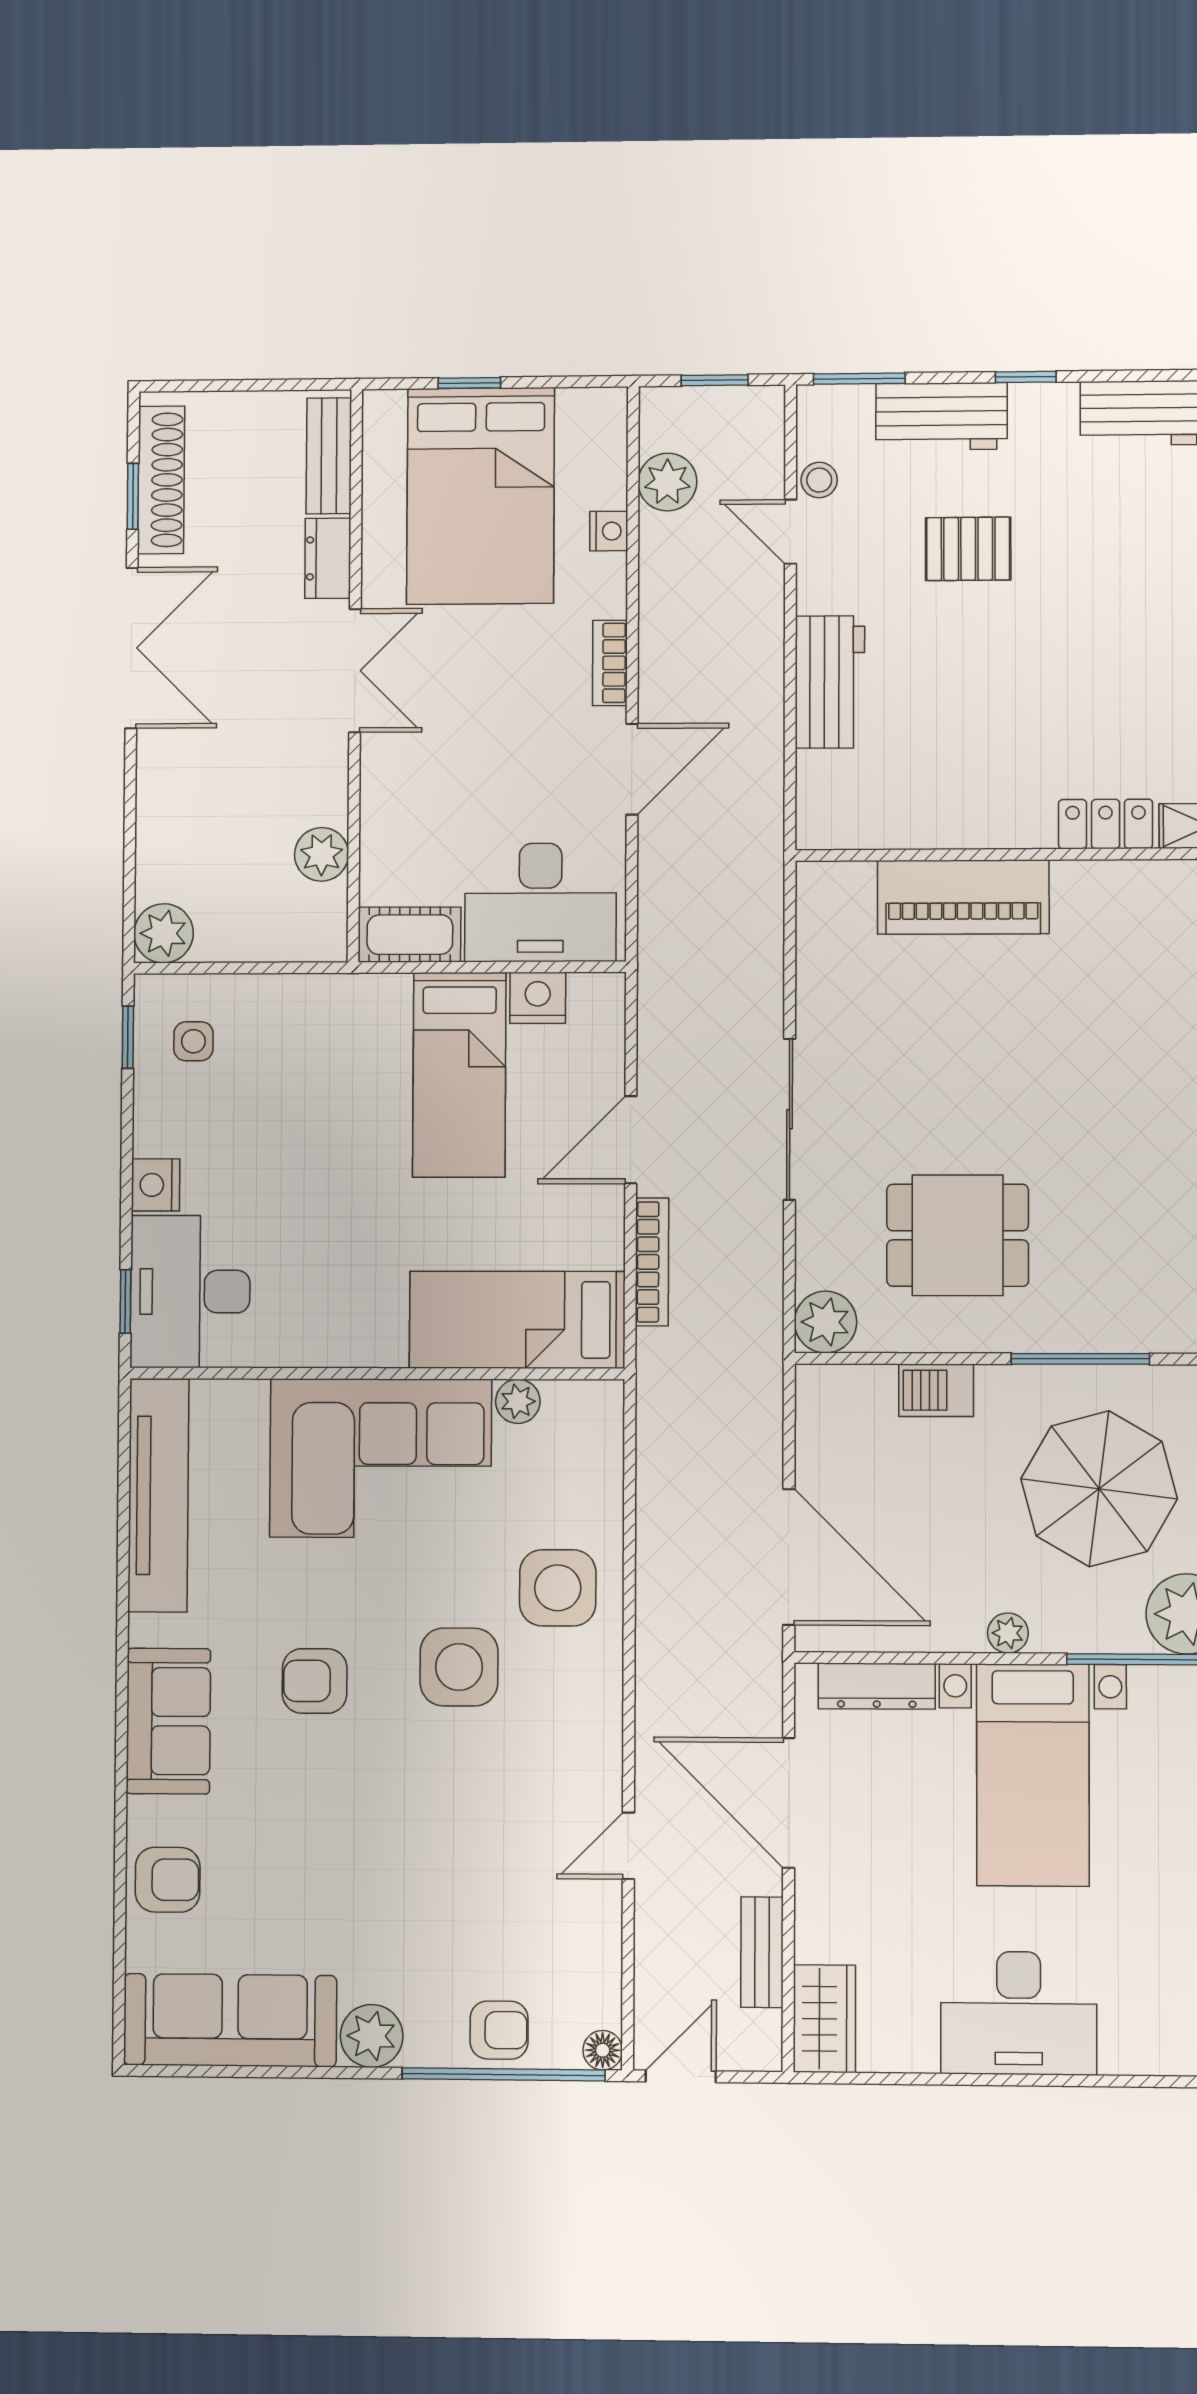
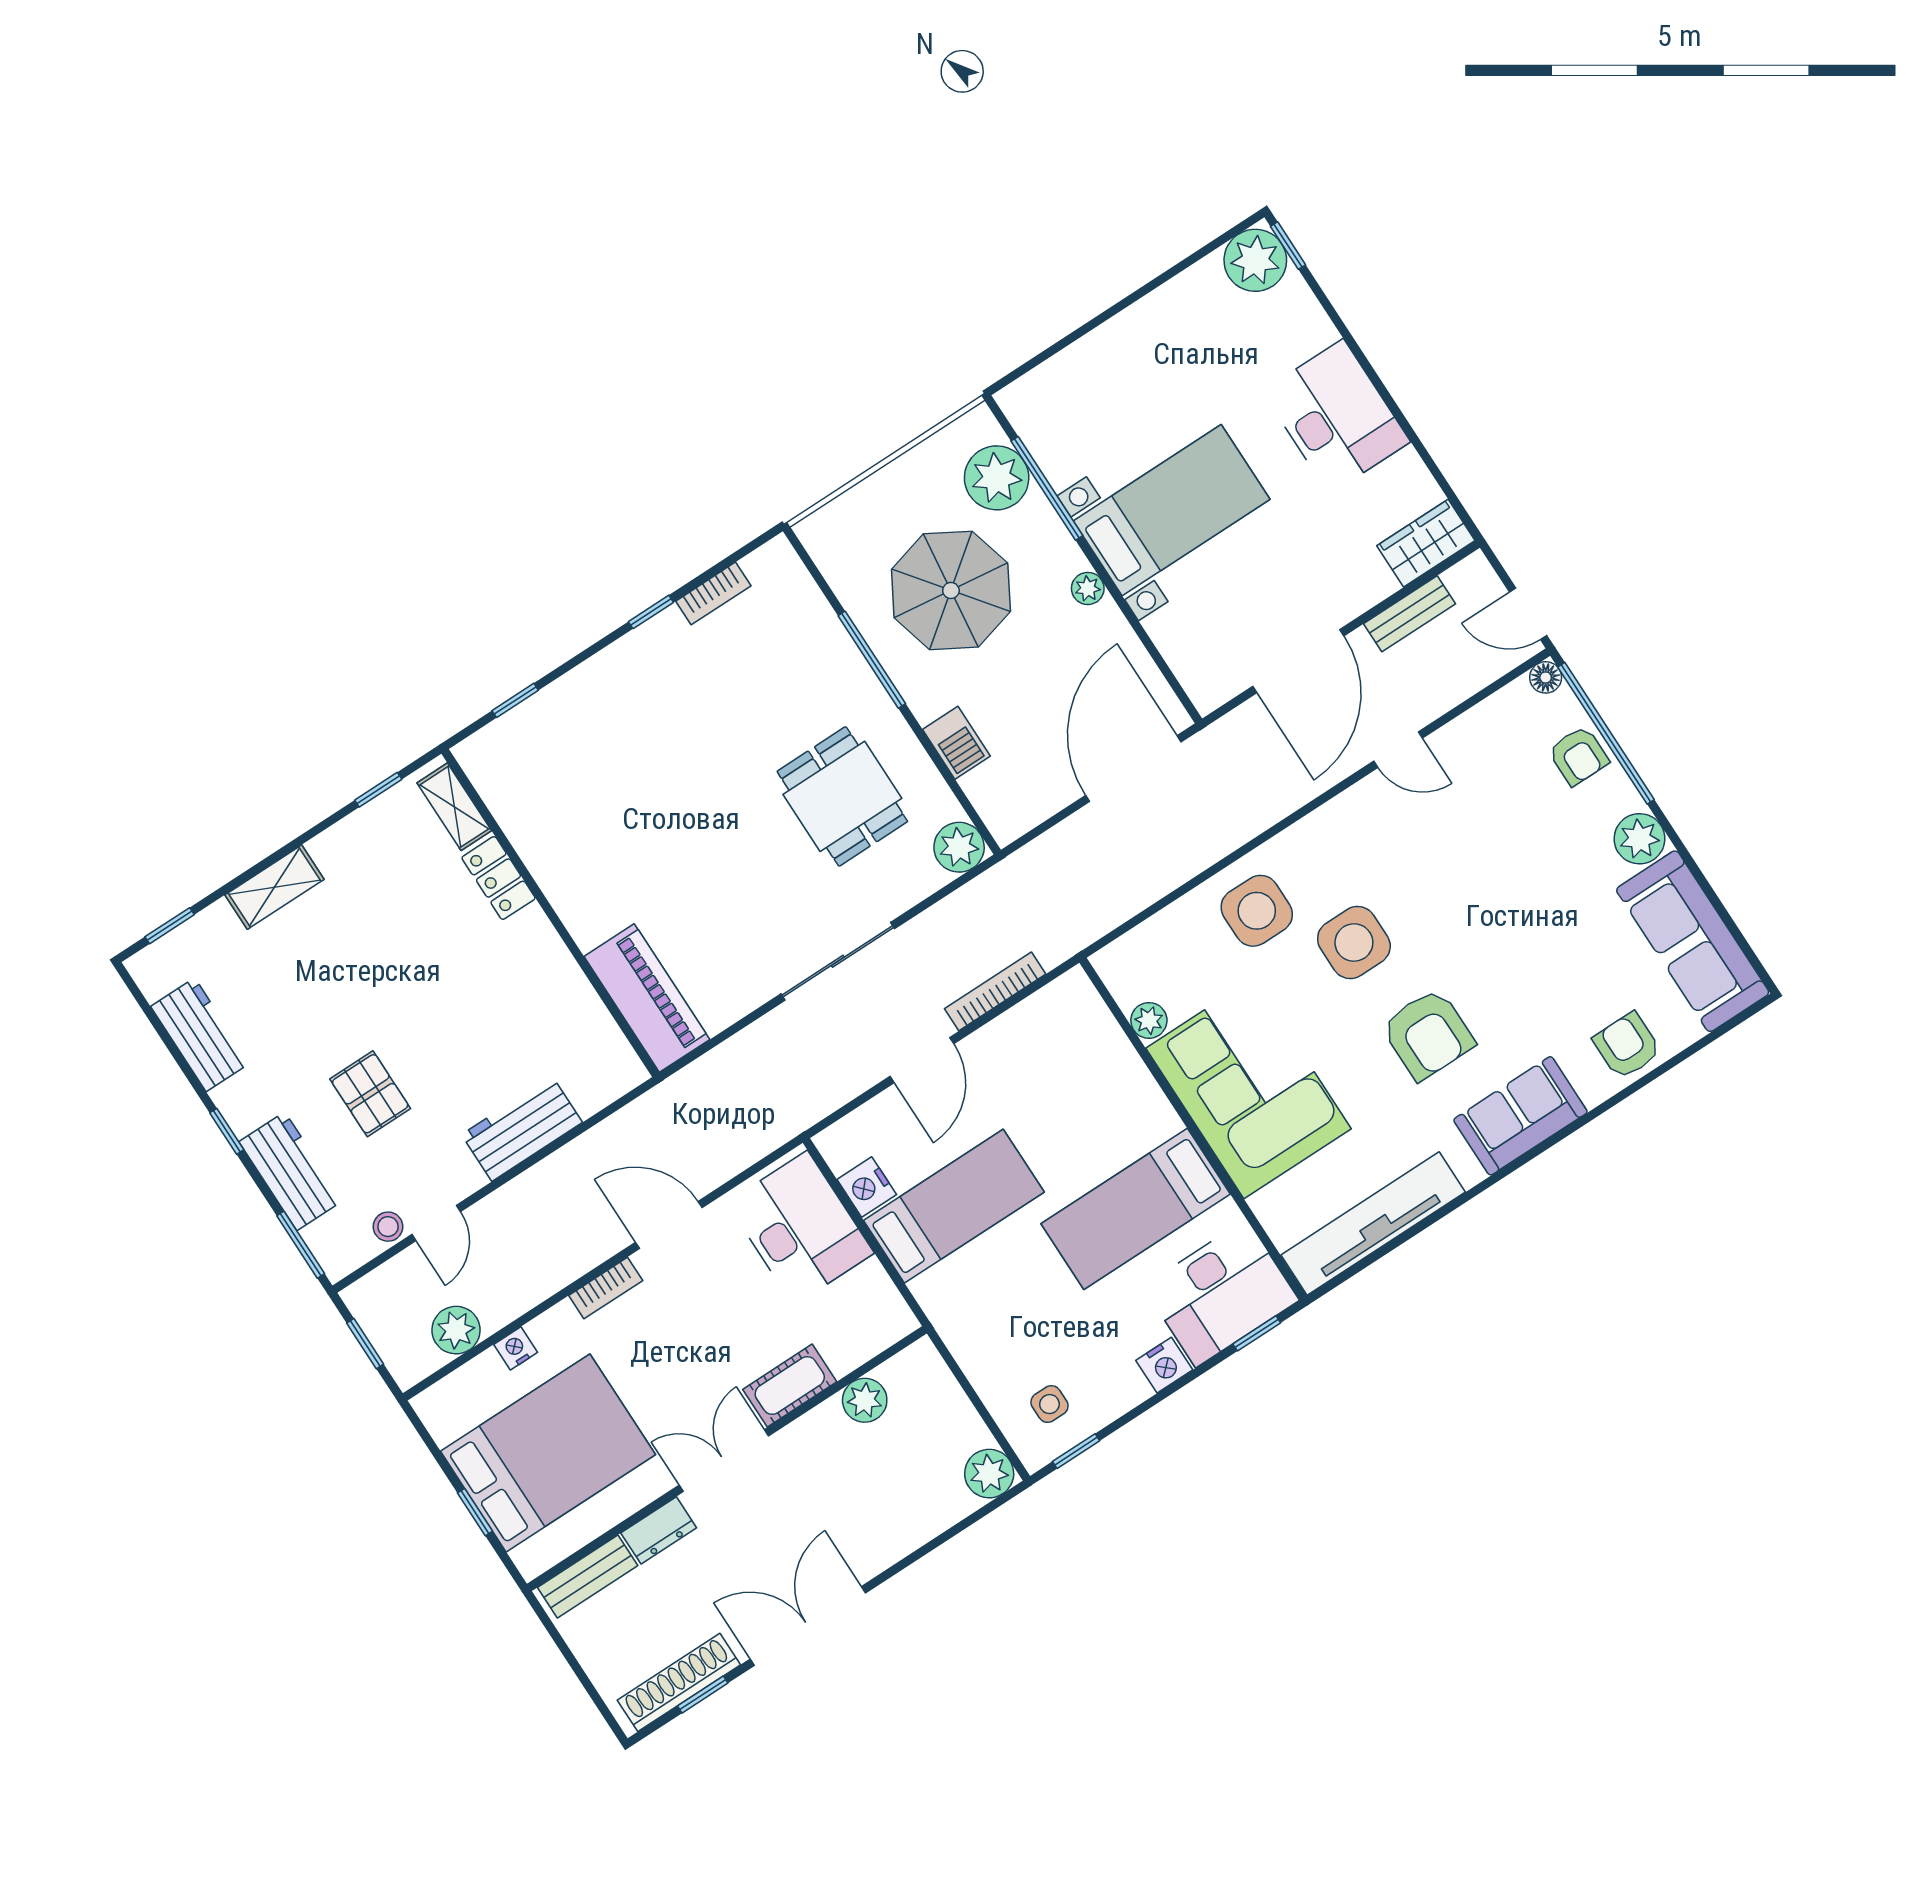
piano: (963, 897) -> (647, 998), moved
cot: (410, 935) -> (790, 1386), moved, turned 90
door: (631, 1140) -> (922, 1060), hinge flipped
bed: (517, 1320) -> (1136, 1209), moved, turned 90
armchair: (315, 1681) -> (1428, 1034), width x1.38, depth x1.38
dresser: (877, 1686) -> (1181, 653), removed
armchair: (499, 2030) -> (1579, 756), turned 180

